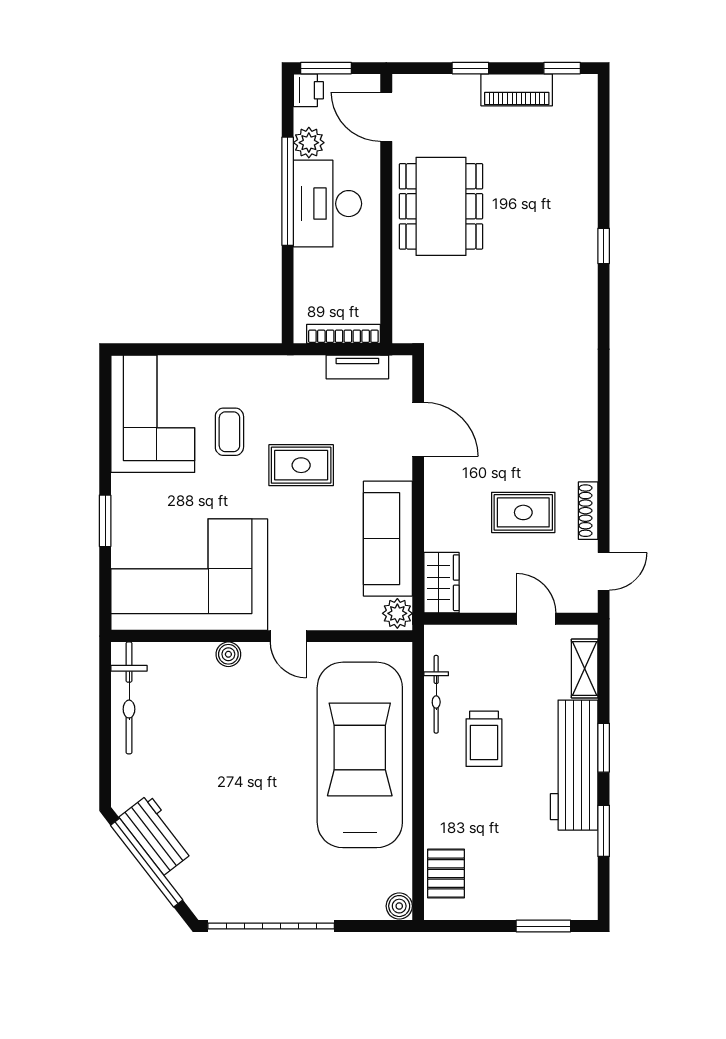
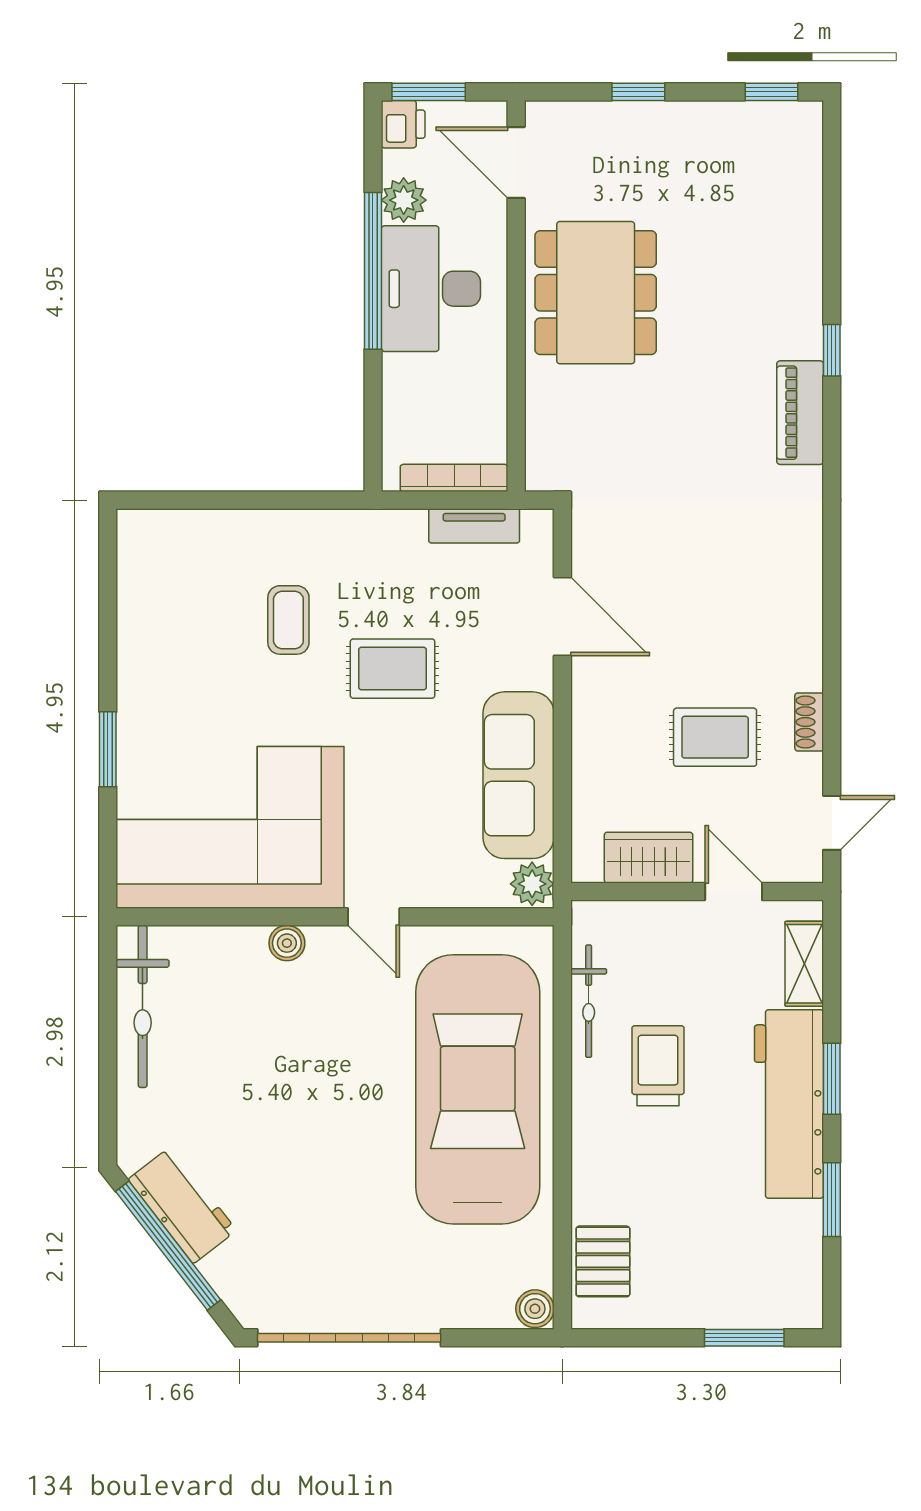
piano: (517, 90) -> (800, 413), moved, turned 90
corner sofa: (153, 414) -> (177, 594), removed
shoe rack: (588, 511) -> (809, 722), width x0.70
wardrobe: (441, 583) -> (649, 858), moved, turned -90
trolley: (484, 739) -> (658, 1066), turned 180

